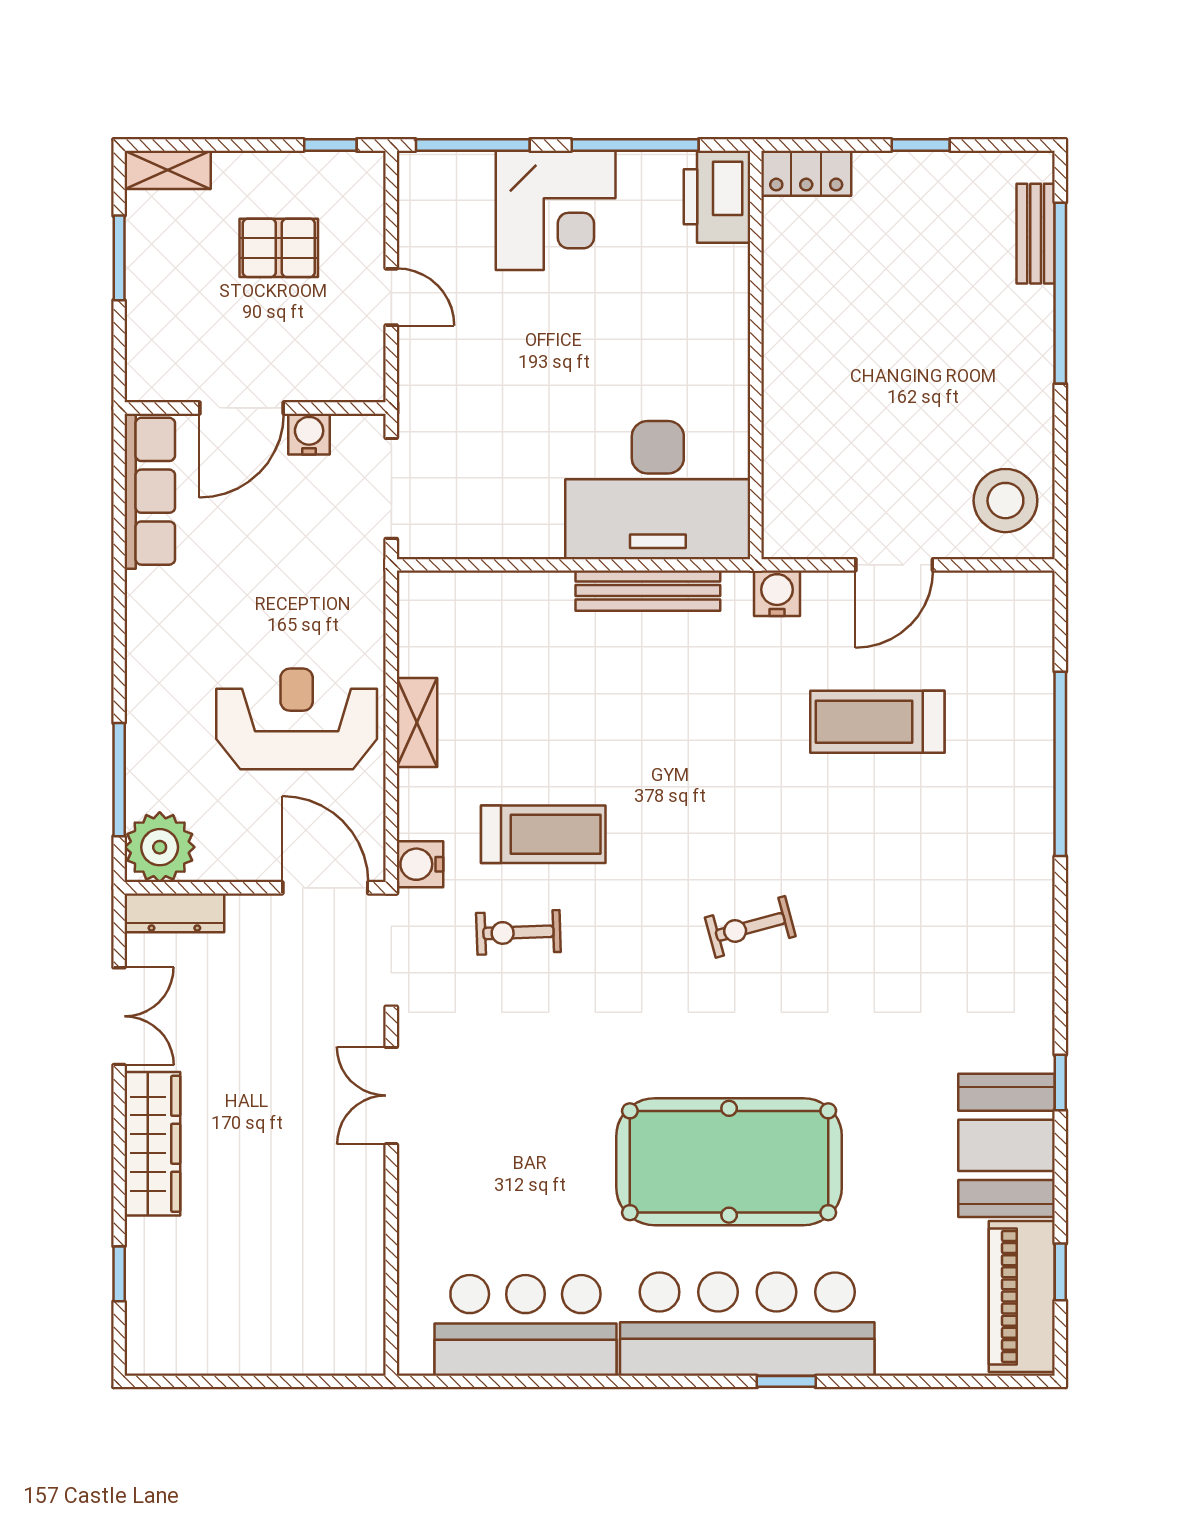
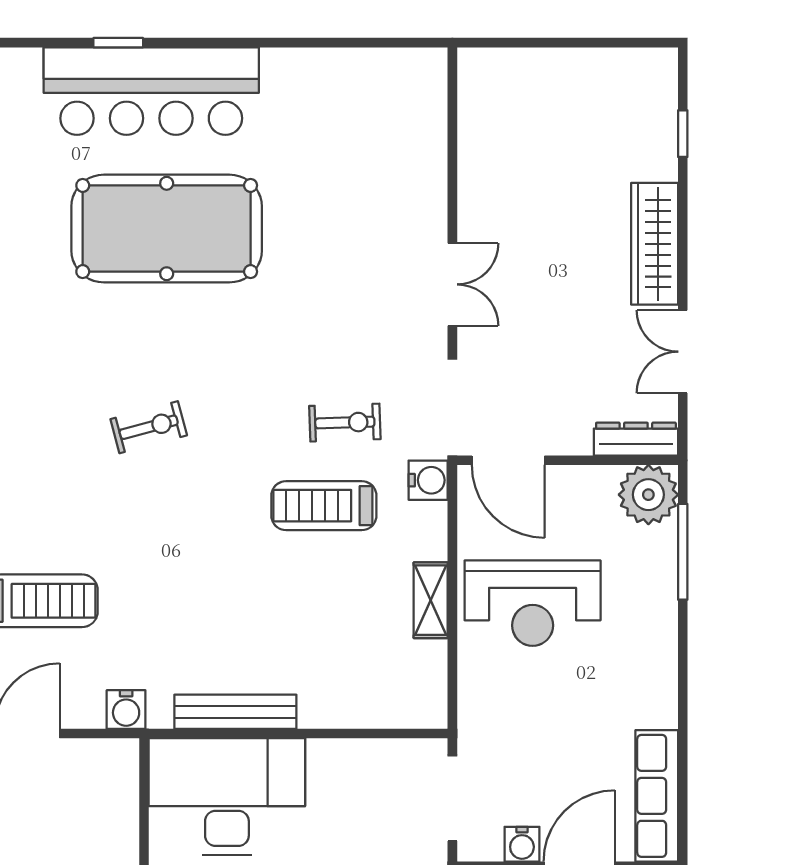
bar counter: (525, 1325) -> (339, 90), removed

